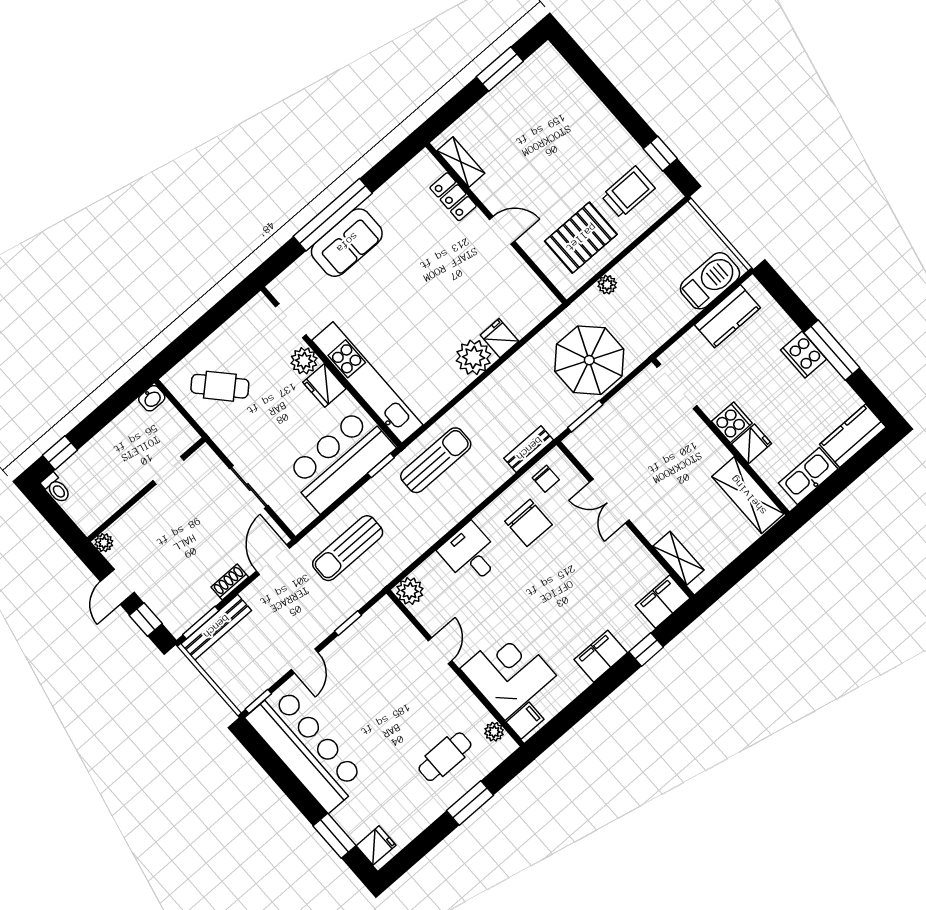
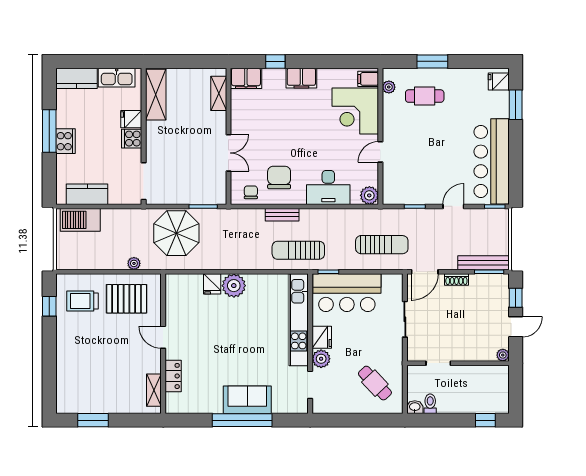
bench: (529, 449) -> (282, 215), moved
toilet: (56, 488) -> (430, 404), moved
desk: (470, 554) -> (328, 187), width x1.37

